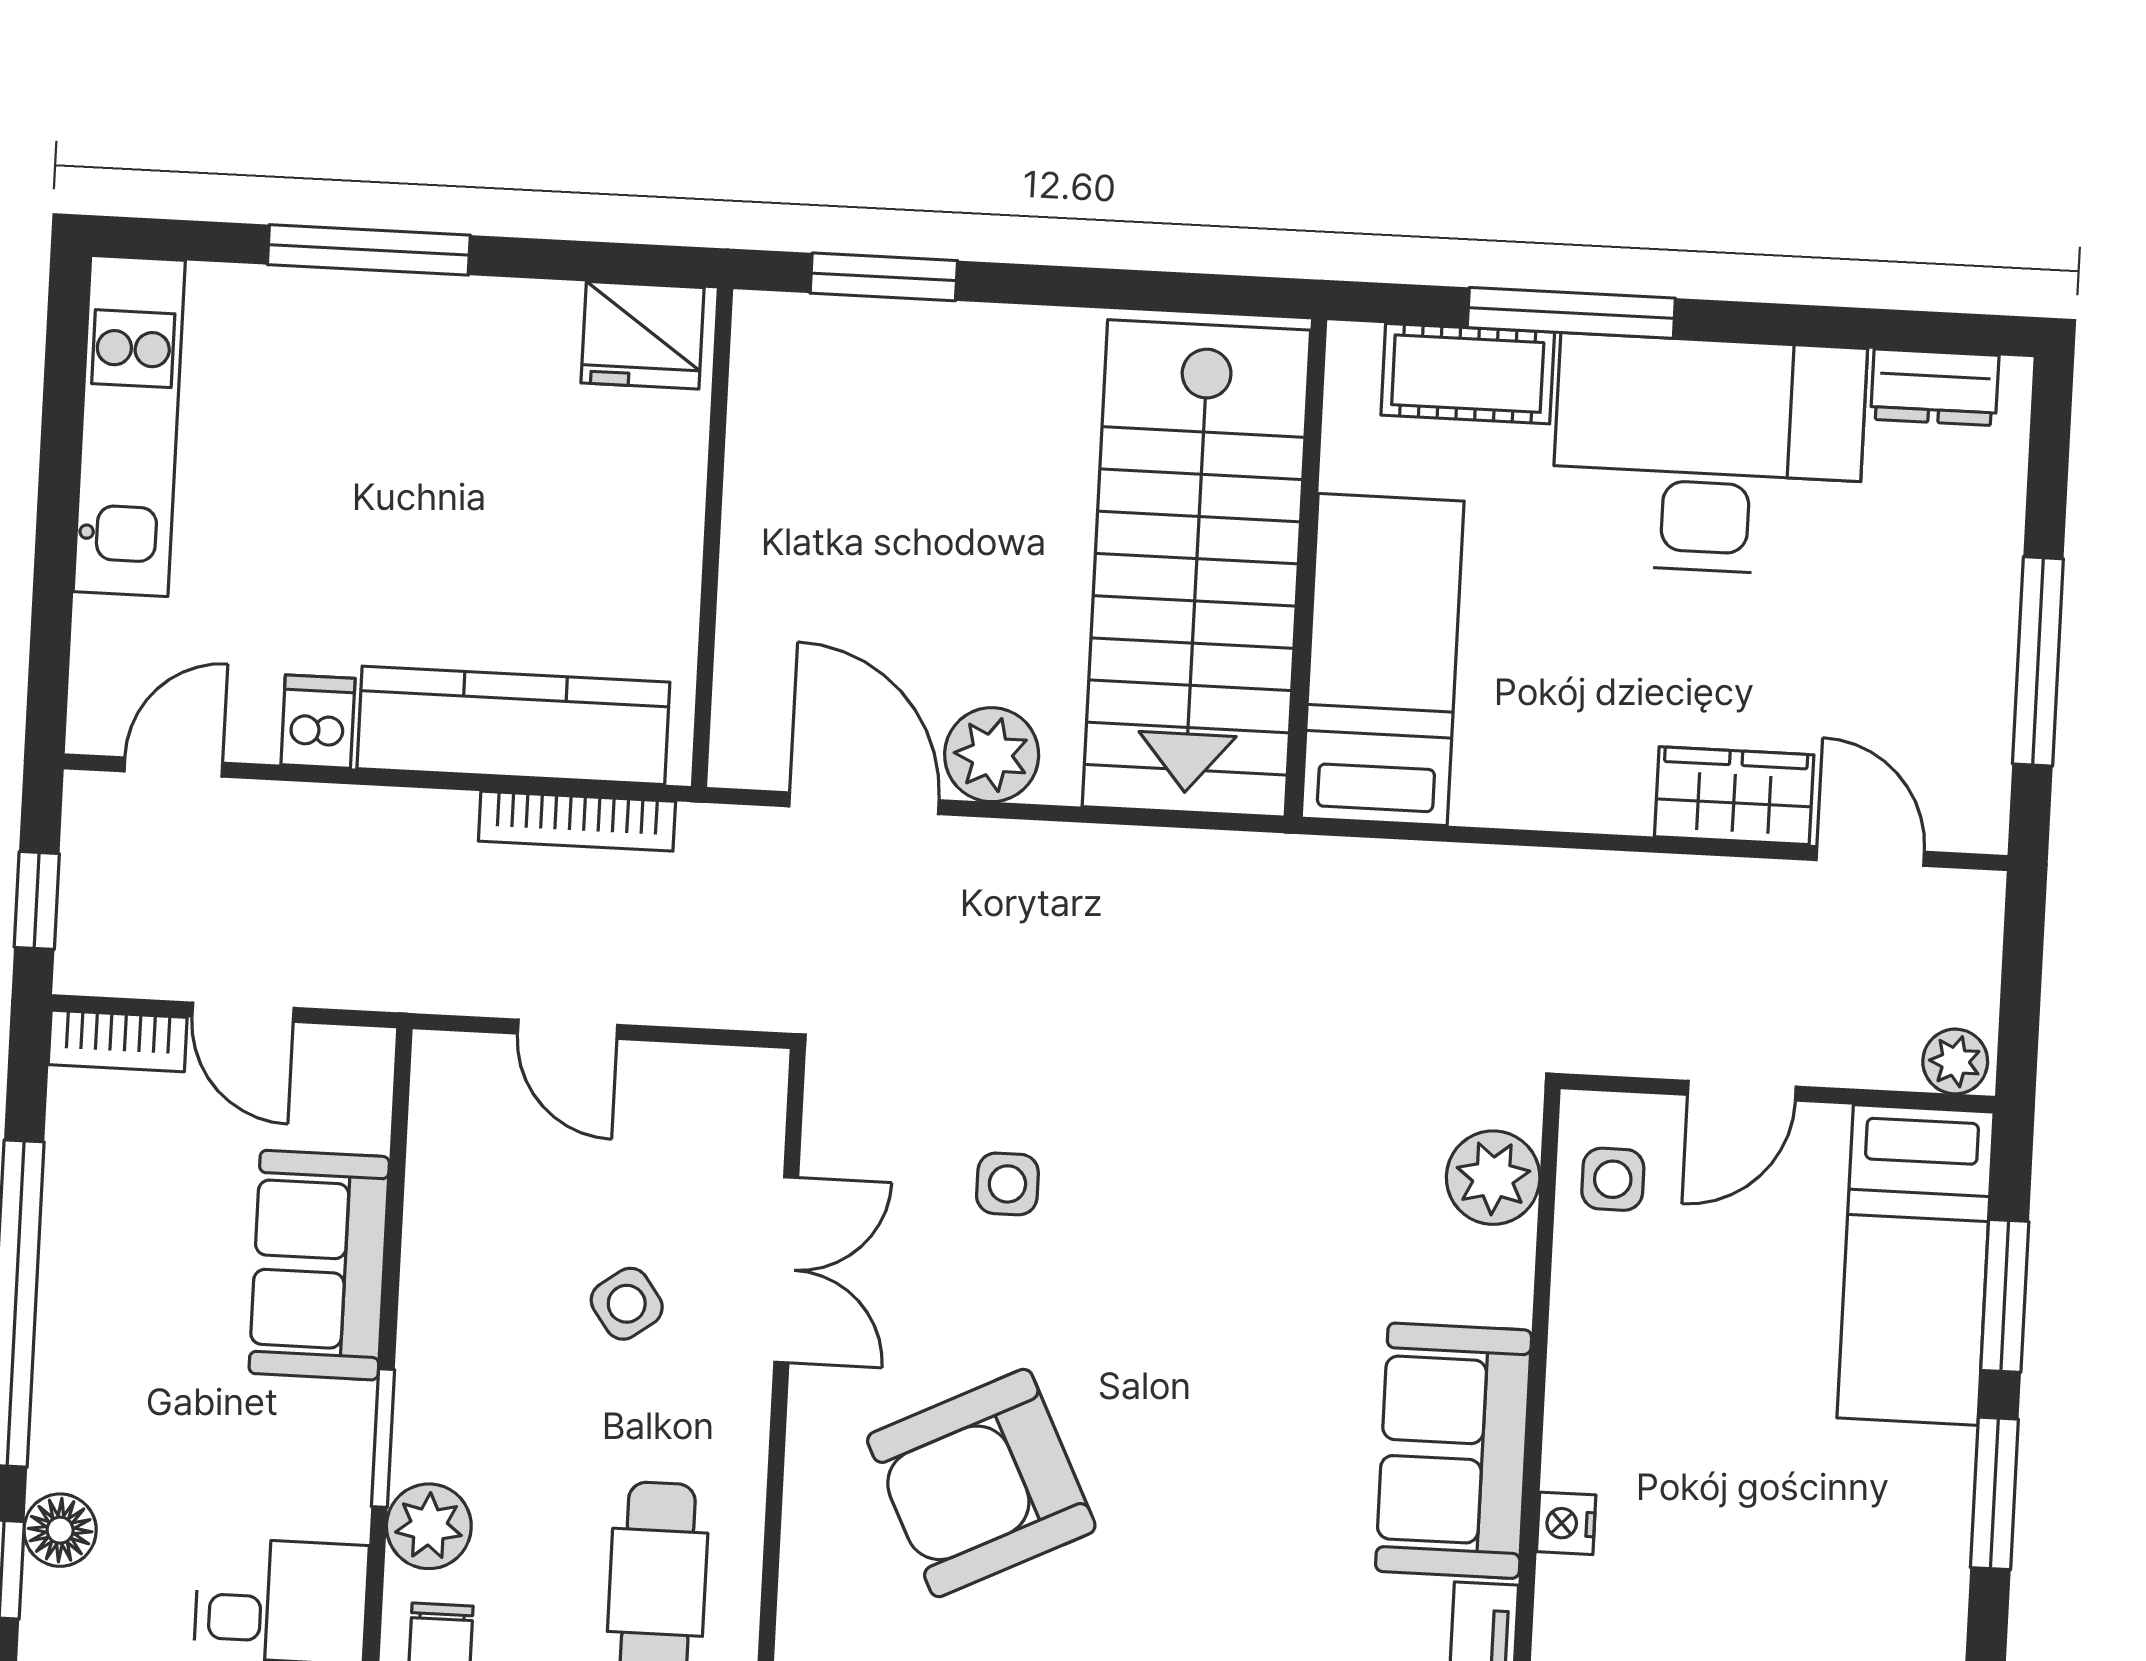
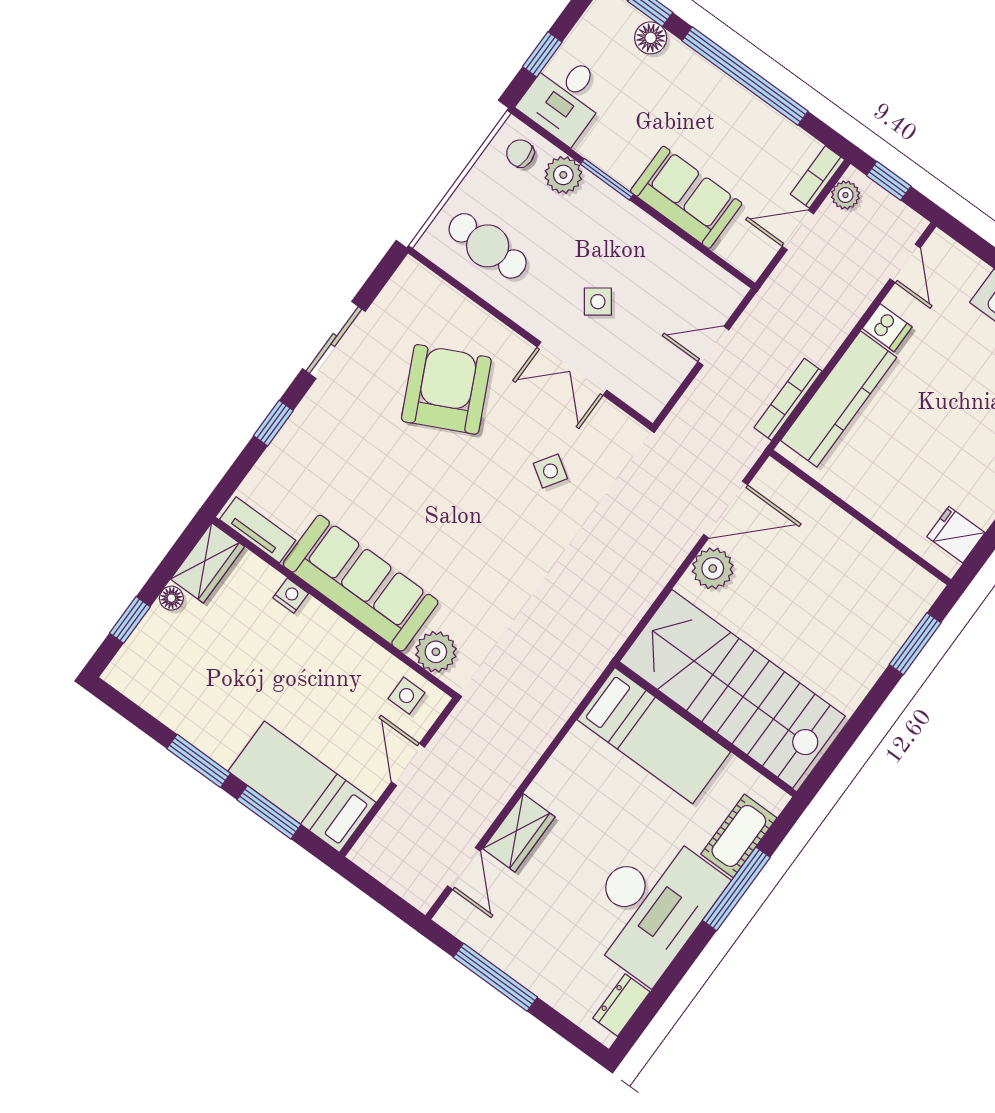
fridge: (643, 335) -> (956, 535), width x0.72
door: (1870, 856) -> (464, 869), hinge flipped
plant: (1955, 1061) -> (845, 195), moved
side table: (1007, 1184) -> (550, 471), turned 33
sofa: (1454, 1451) -> (361, 583), width x1.36

